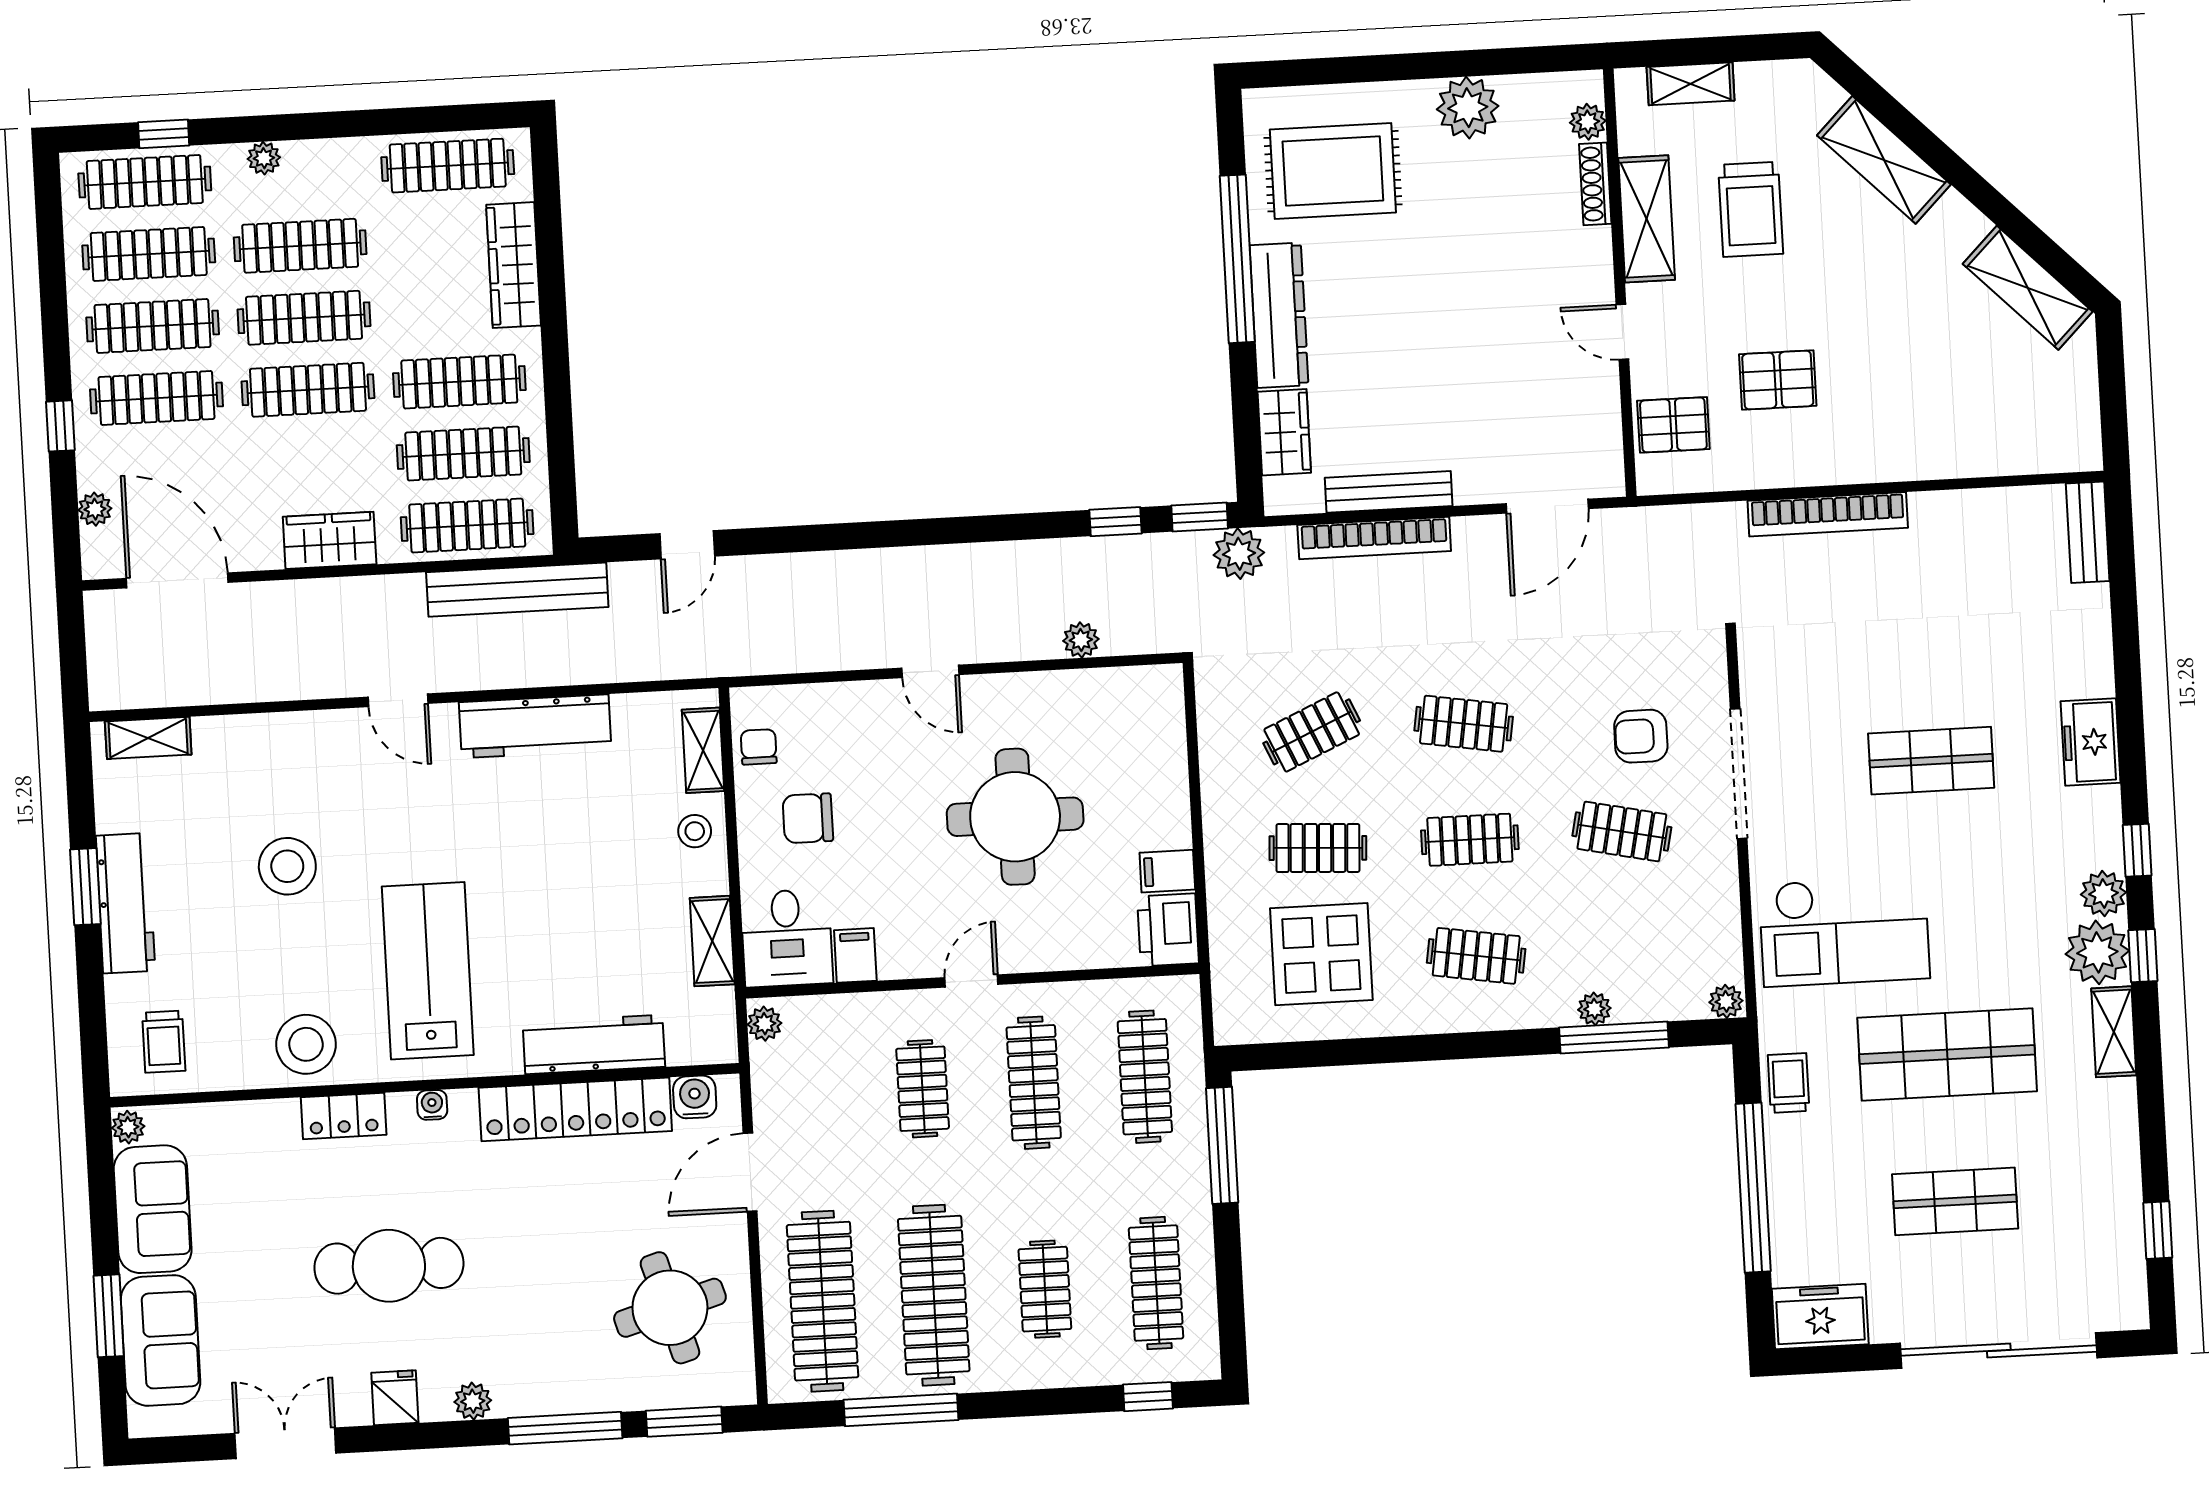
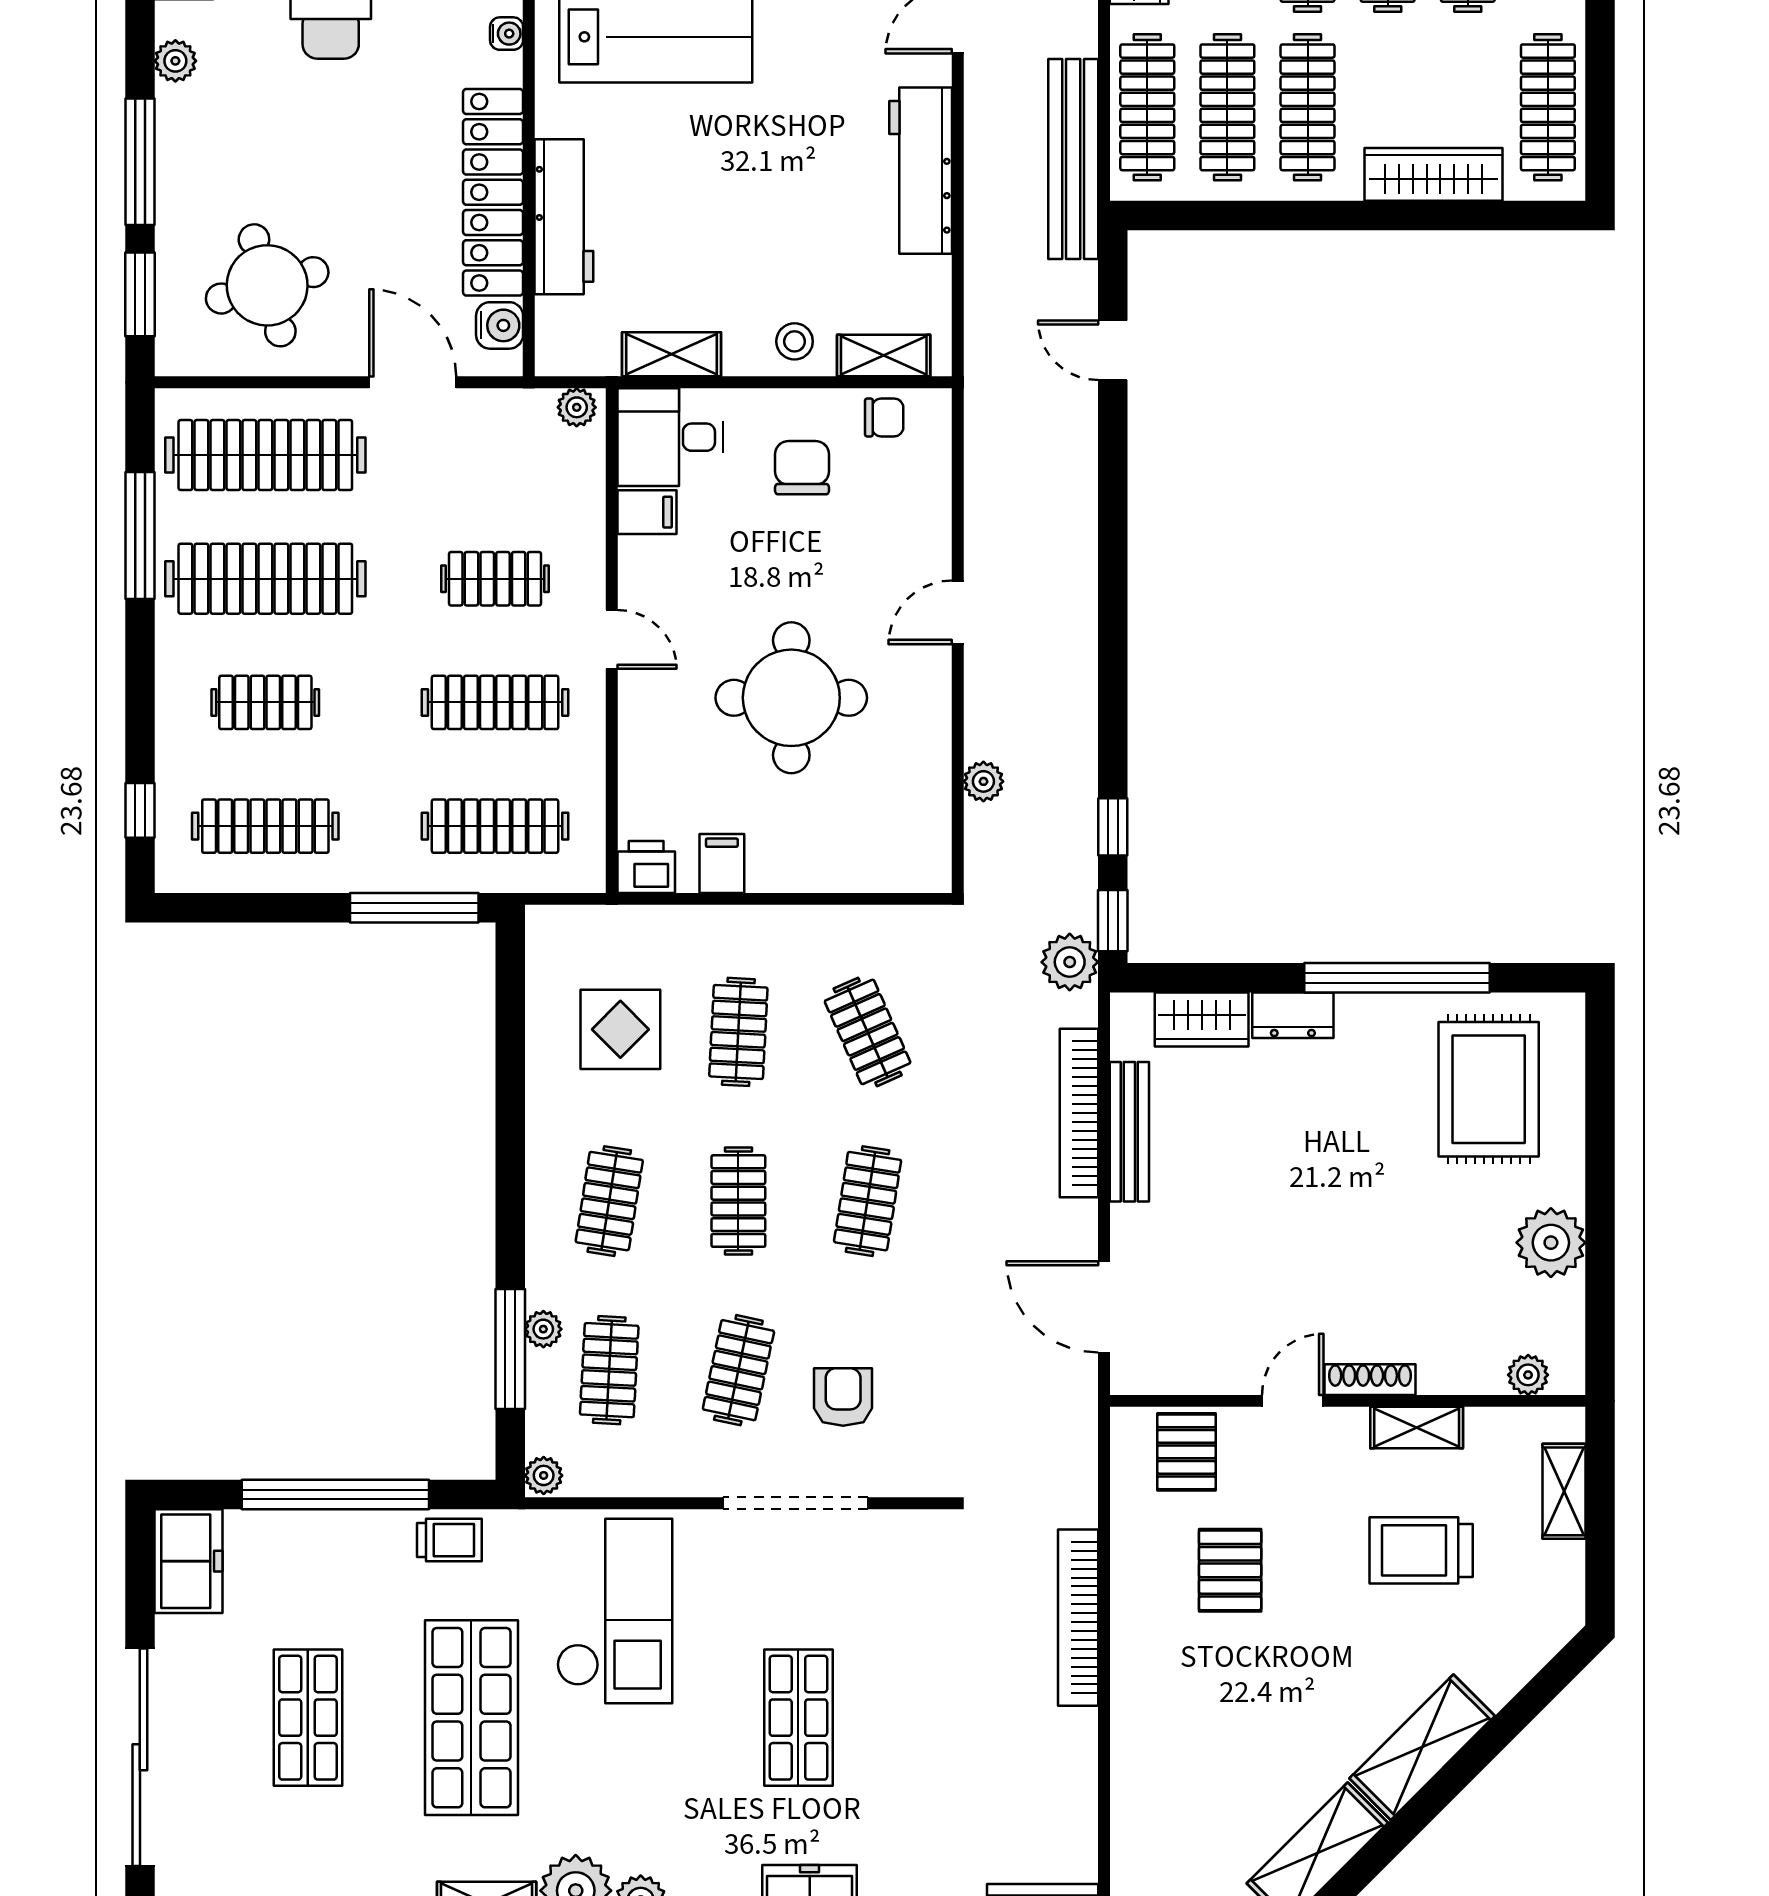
shelving: (1884, 160) -> (1422, 1747), moved
shoe rack: (1595, 184) -> (1370, 1380), moved
shelving: (1647, 219) -> (1417, 1428), width x0.67, depth x0.75
dresser: (1279, 315) -> (1293, 1015), width x0.51, depth x0.80
printer: (1168, 930) -> (646, 867), width x0.73, depth x0.81
checkout: (1844, 931) -> (615, 1611), turned 180
clothes rail: (1628, 948) -> (609, 1370), added
display table: (1321, 954) -> (620, 1029), width x0.73, depth x0.73

